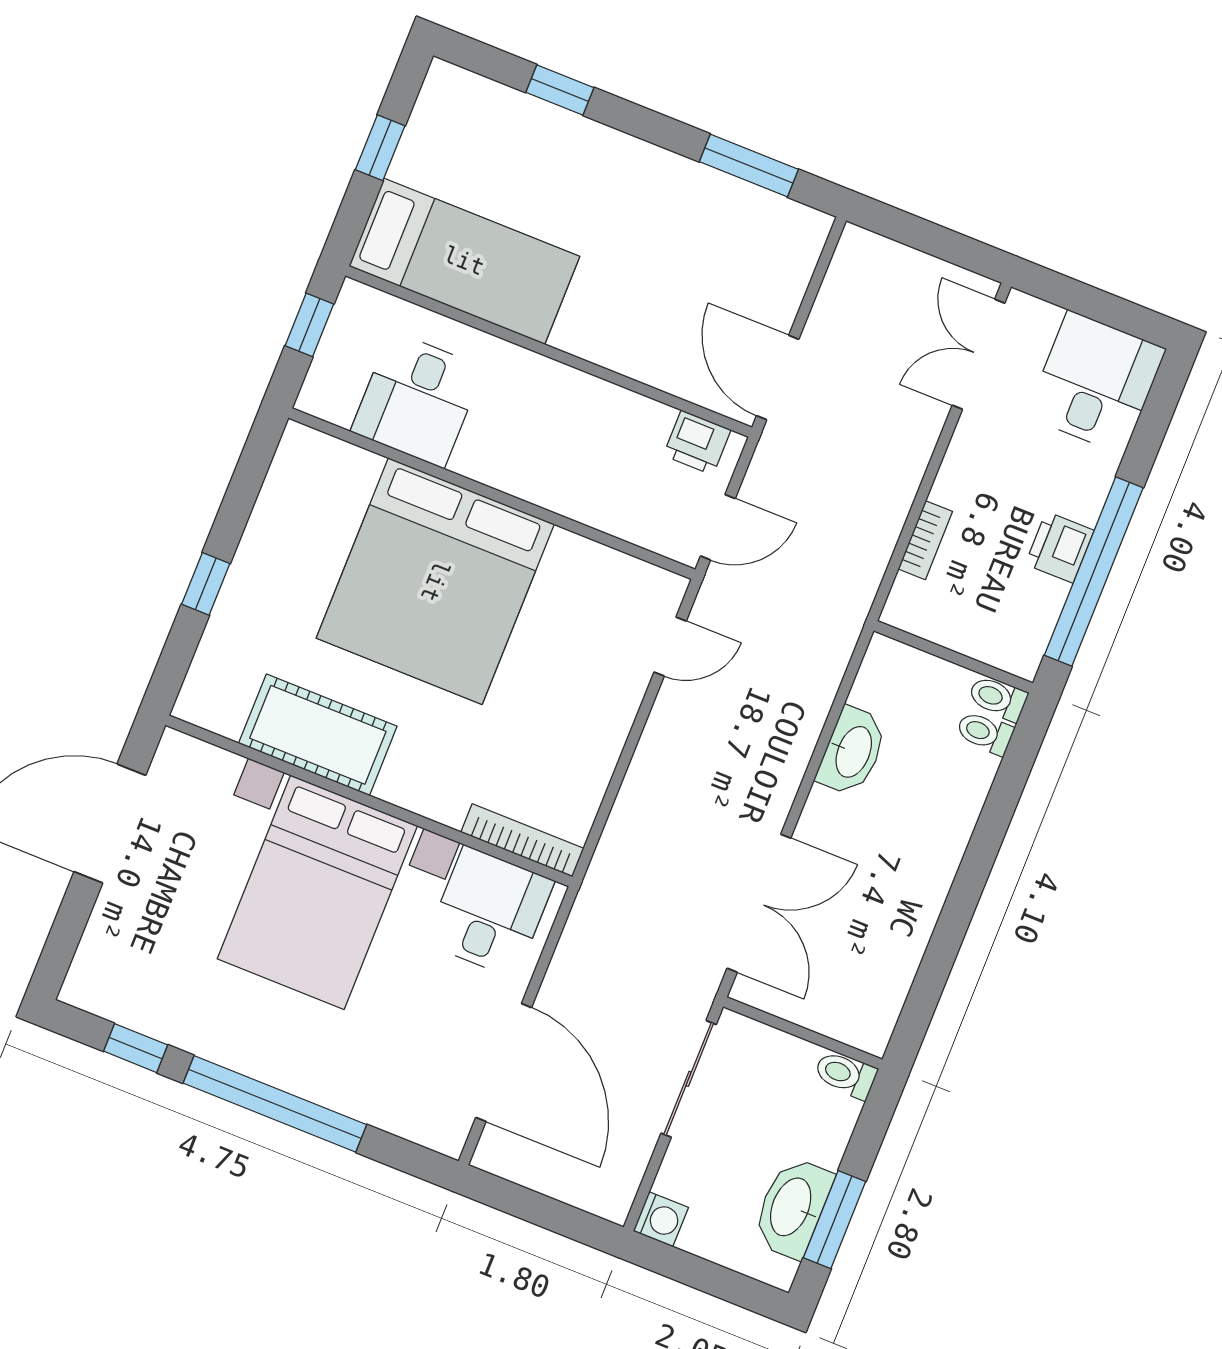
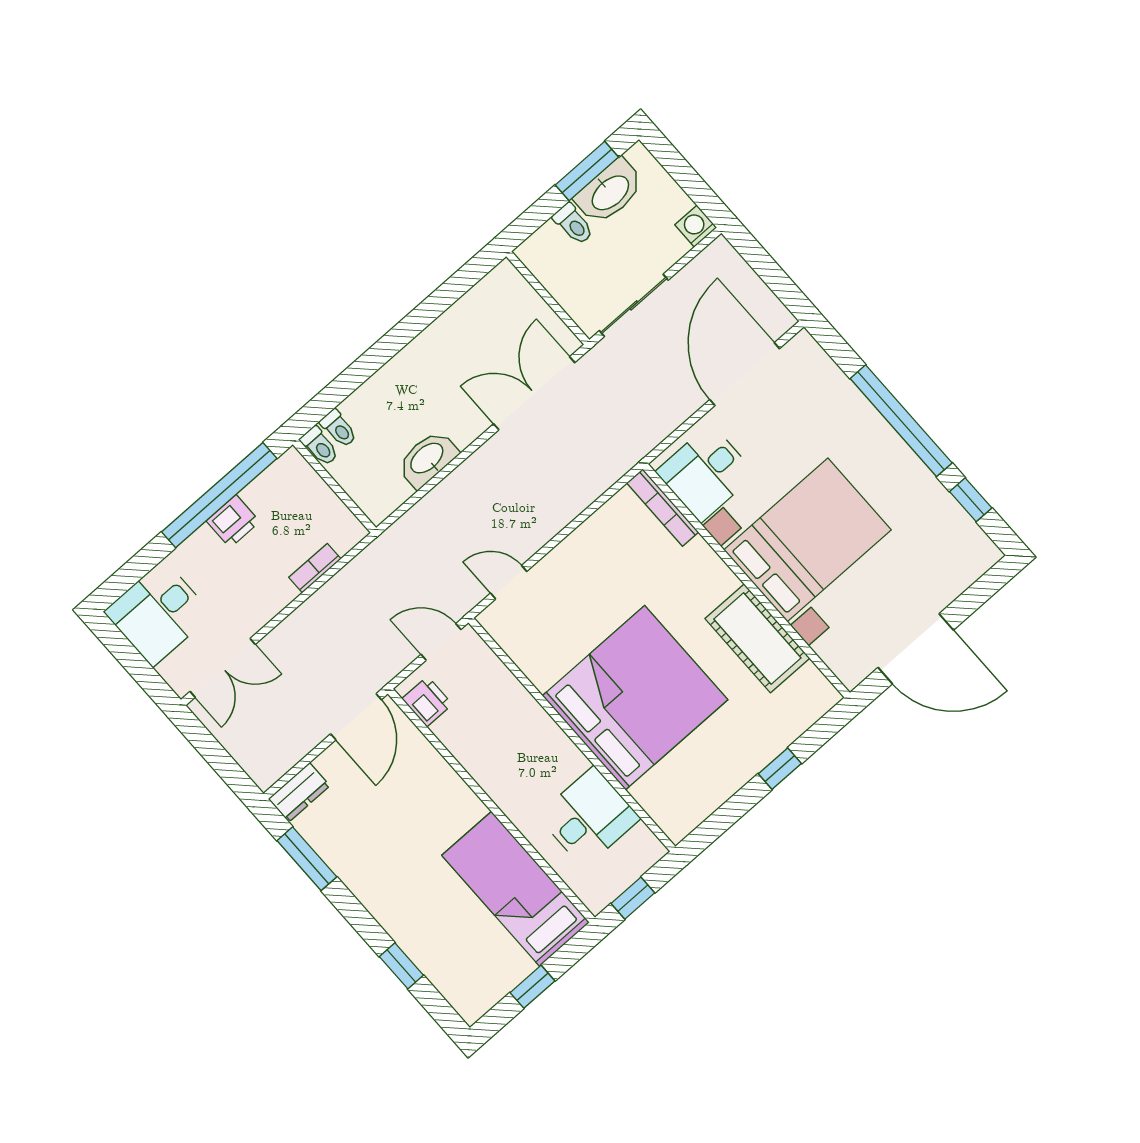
dresser: (801, 245) -> (299, 792), added
toilet: (845, 1075) -> (573, 224), moved

